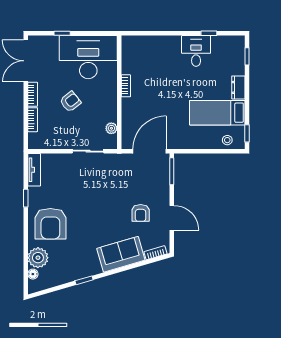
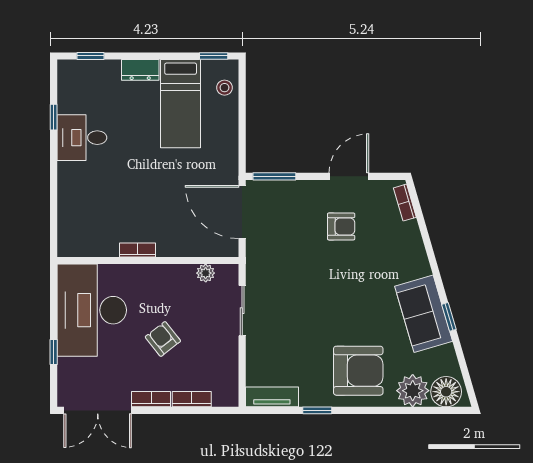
sofa: (121, 254) -> (424, 314), moved
floor lamp: (33, 274) -> (446, 392), width x1.89, depth x1.89

